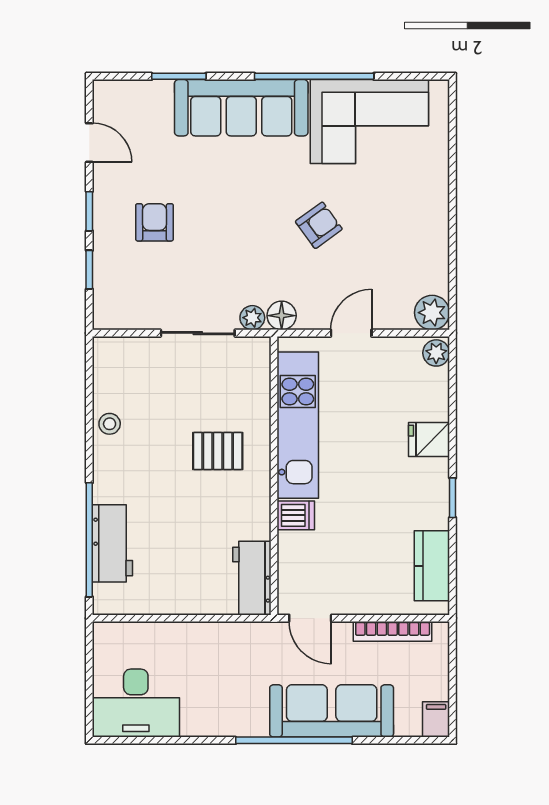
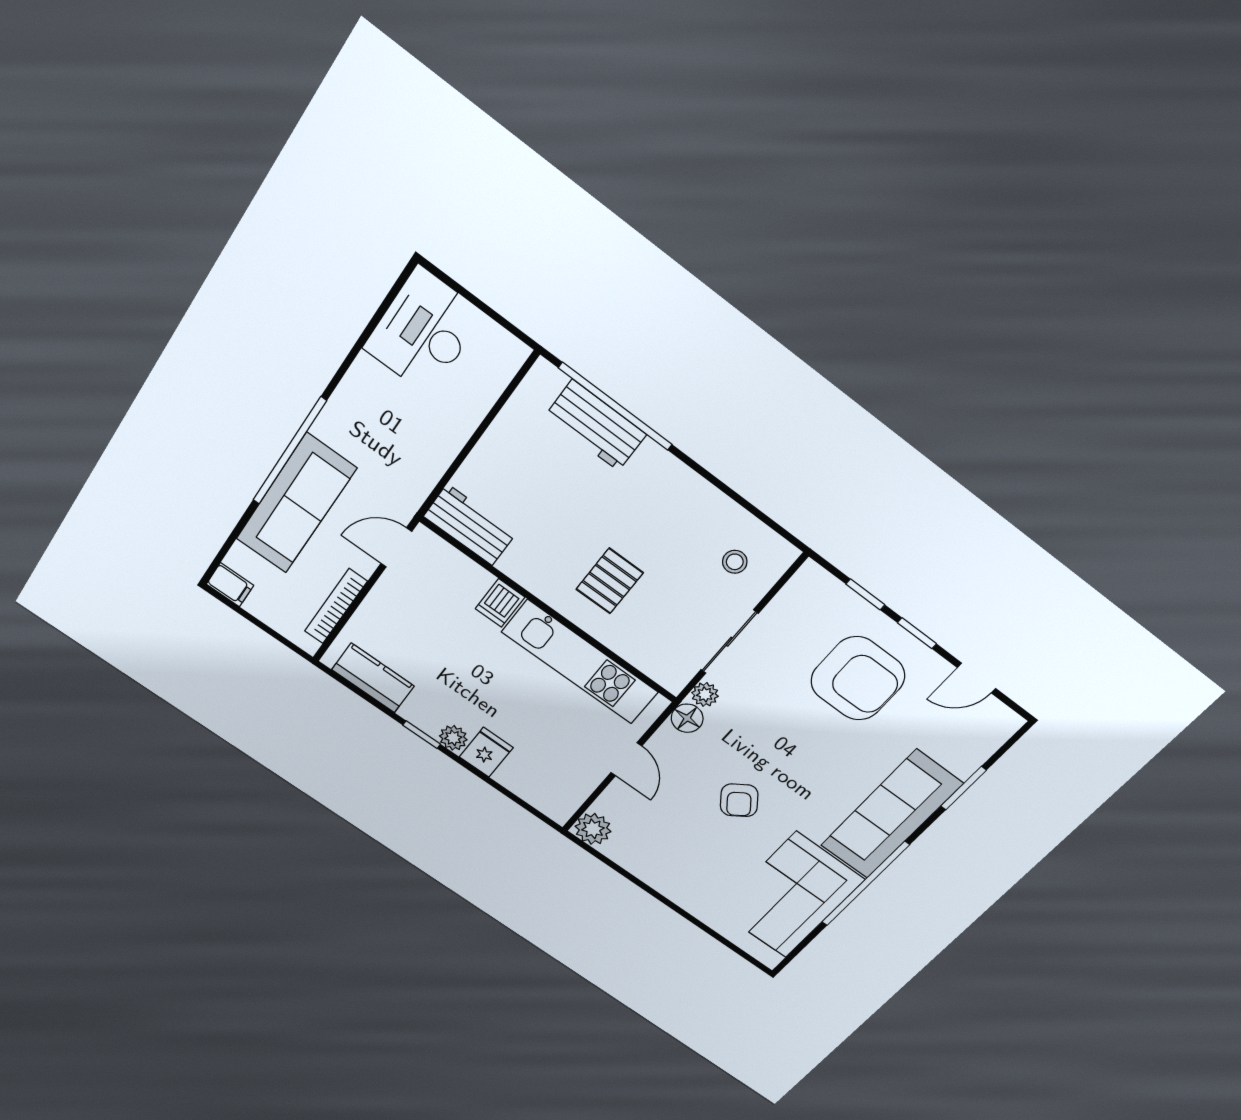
armchair: (154, 222) -> (858, 679), width x1.88, depth x1.88
plant: (436, 353) -> (453, 738), moved
stool: (110, 424) -> (735, 562), moved

